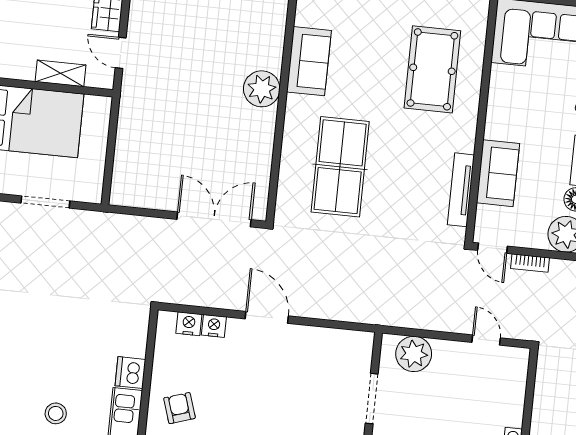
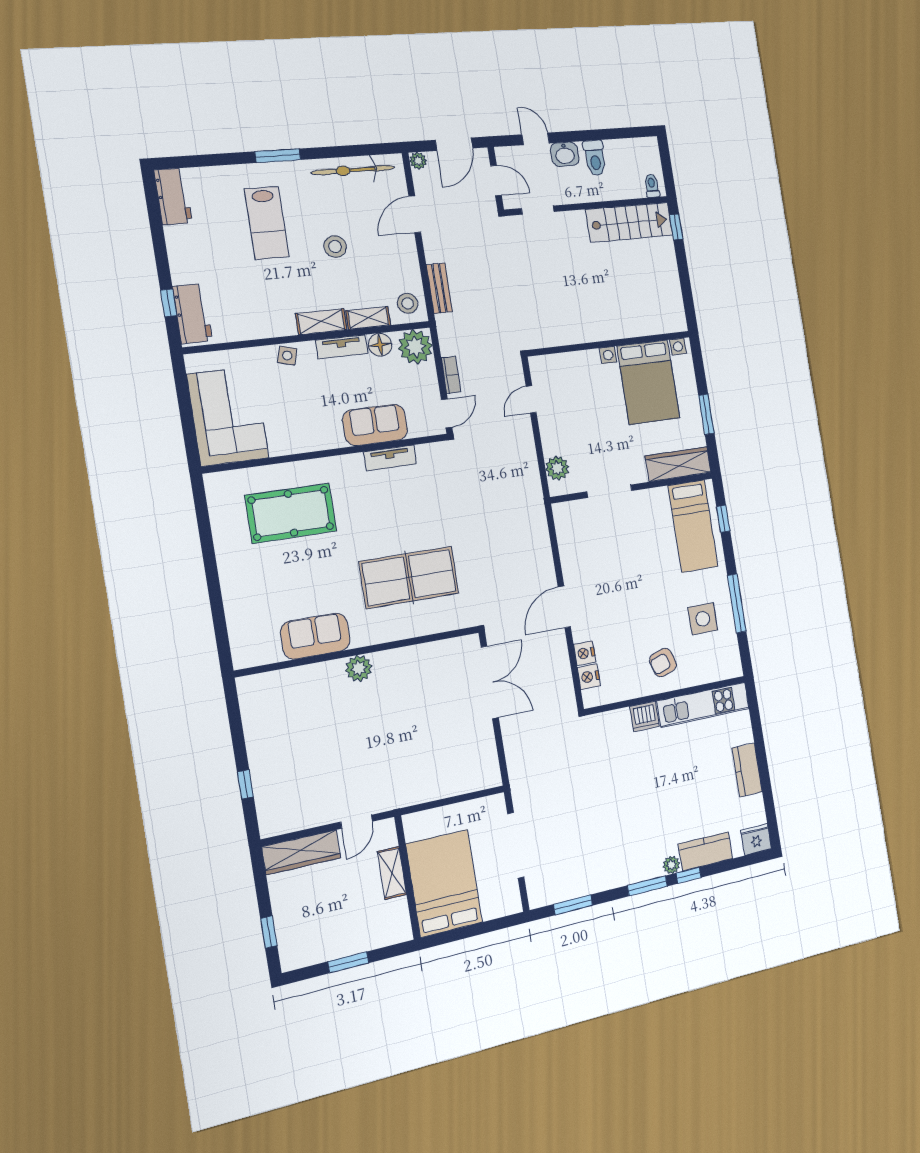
plant: (262, 89) -> (359, 668), width x0.73, depth x0.73
tv unit: (461, 190) -> (390, 458), width x0.71
doorway: (45, 202) -> (516, 845), width x1.36
double door: (214, 219) -> (490, 682), swing flipped
plant: (414, 354) -> (557, 468), width x0.73, depth x0.73
stool: (56, 413) -> (696, 772), removed

